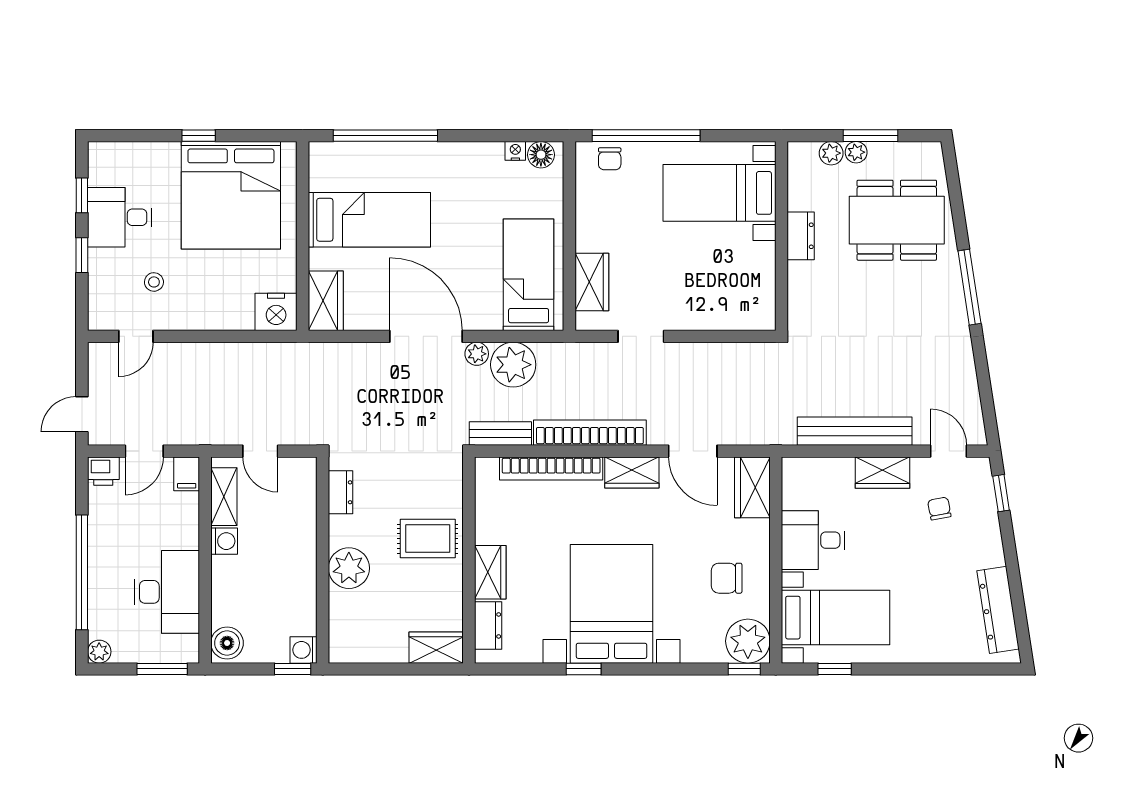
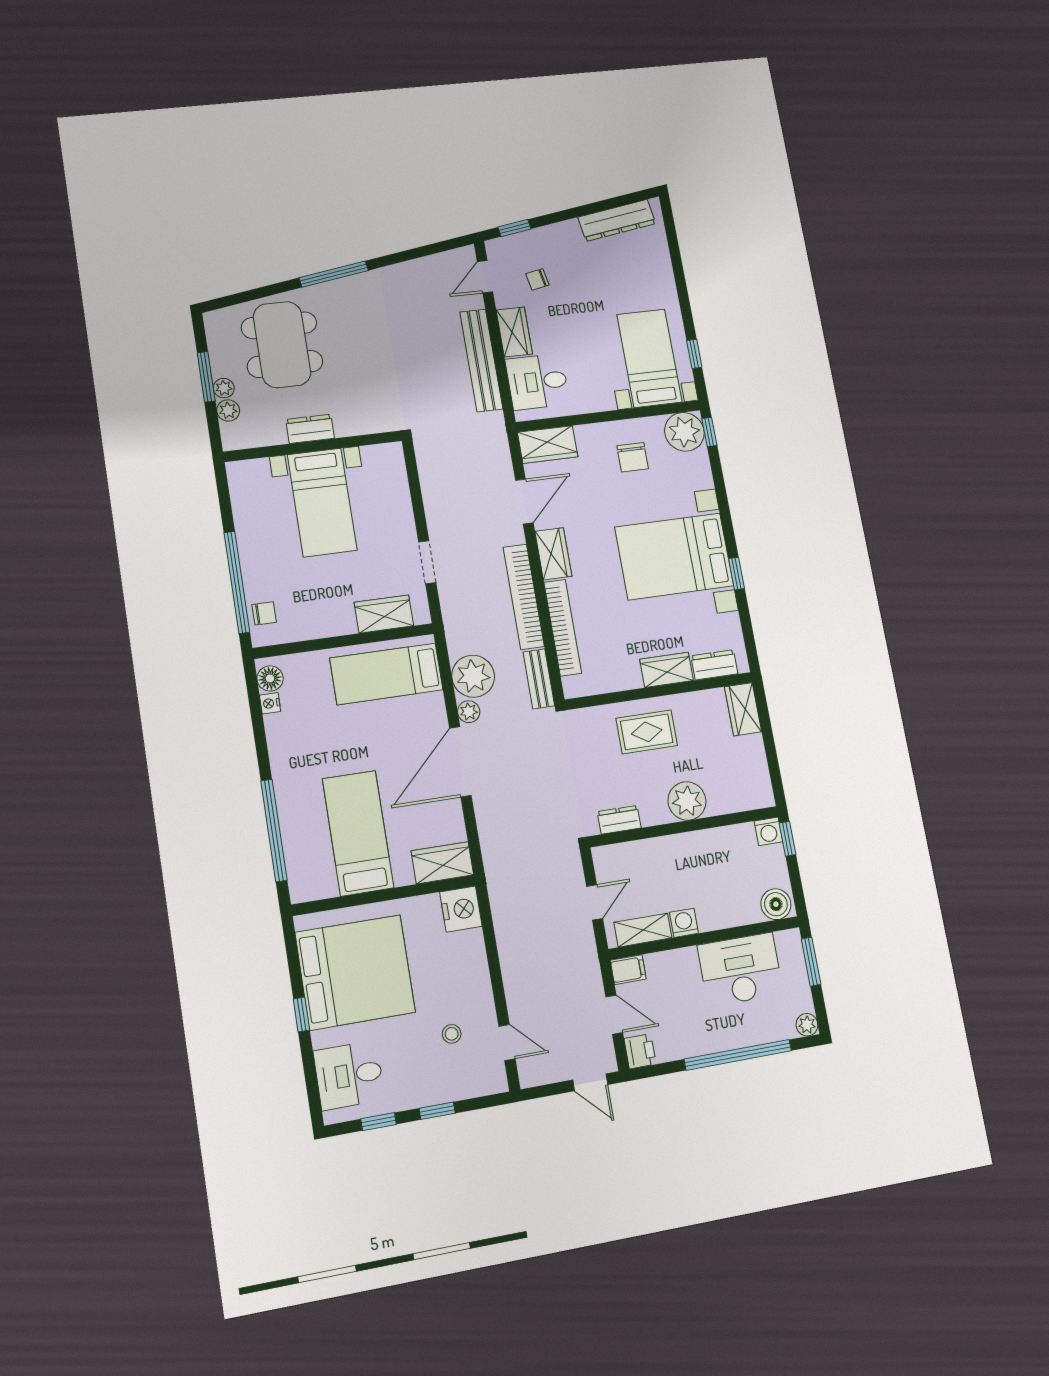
bed with nightstands: (719, 193) -> (322, 502), moved
desk: (120, 217) -> (349, 1075), moved, turned 90
rug: (428, 539) -> (647, 732), turned 90
desk: (813, 540) -> (538, 382), moved, turned 90

